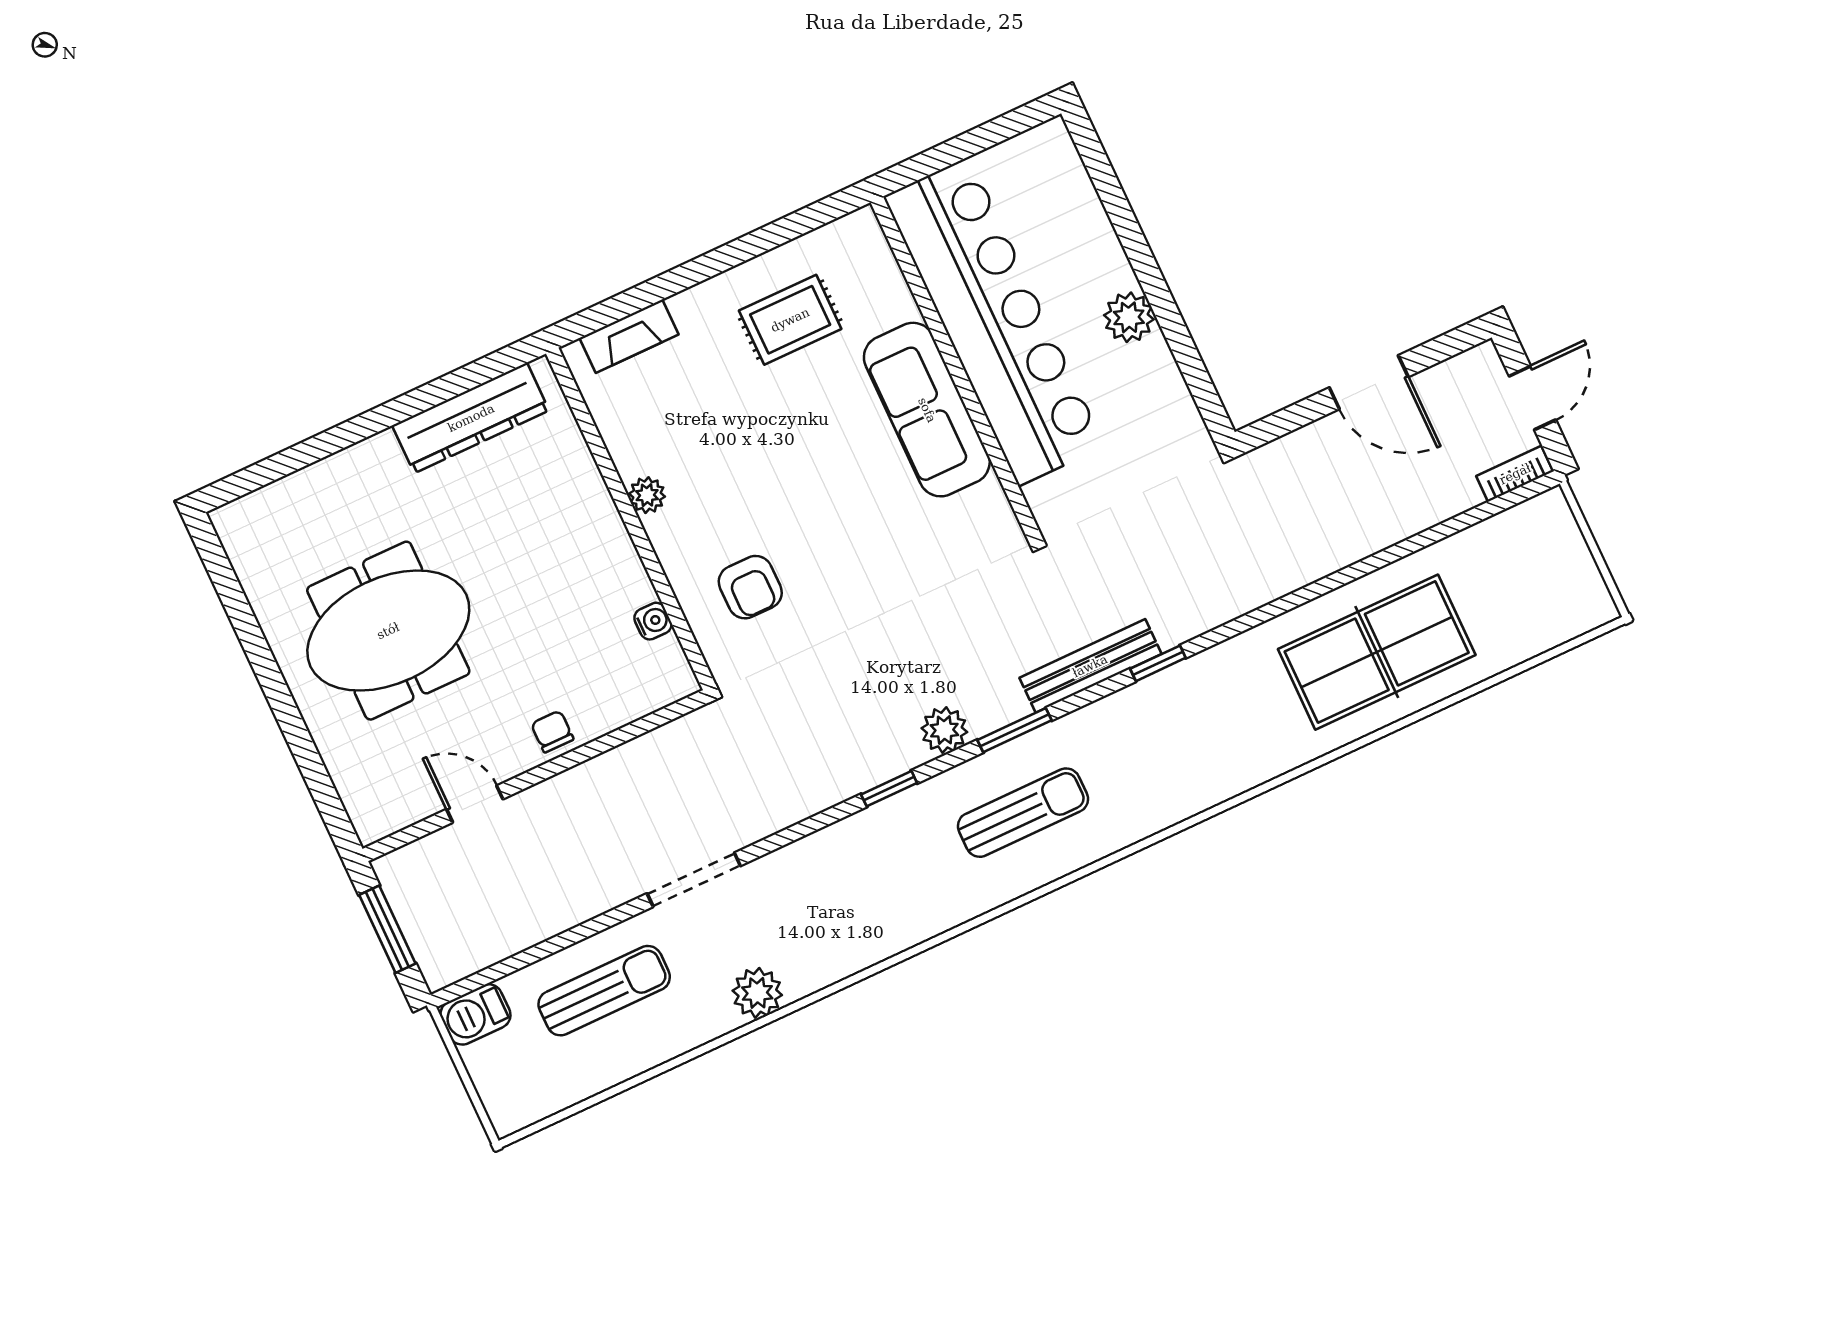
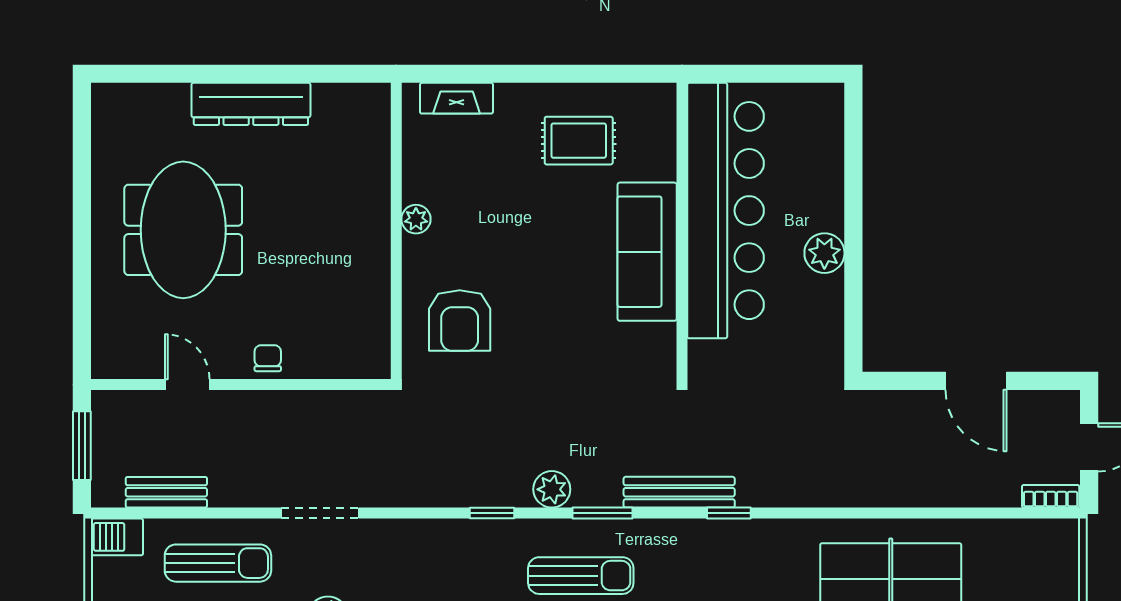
dresser: (471, 418) -> (251, 104), moved
armchair: (750, 587) -> (460, 321), width x1.38, depth x1.38
water cooler: (653, 621) -> (378, 312), removed
meeting table: (388, 631) -> (183, 230), turned 90
bench: (508, 937) -> (166, 492), added

